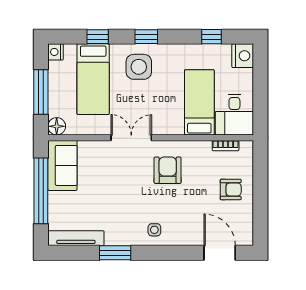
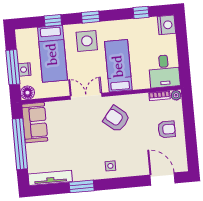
nightstand: (56, 52) -> (24, 70), moved
bed: (199, 102) -> (118, 66), moved
plant: (247, 147) -> (176, 95), added
armchair: (168, 170) -> (116, 119), turned -51

